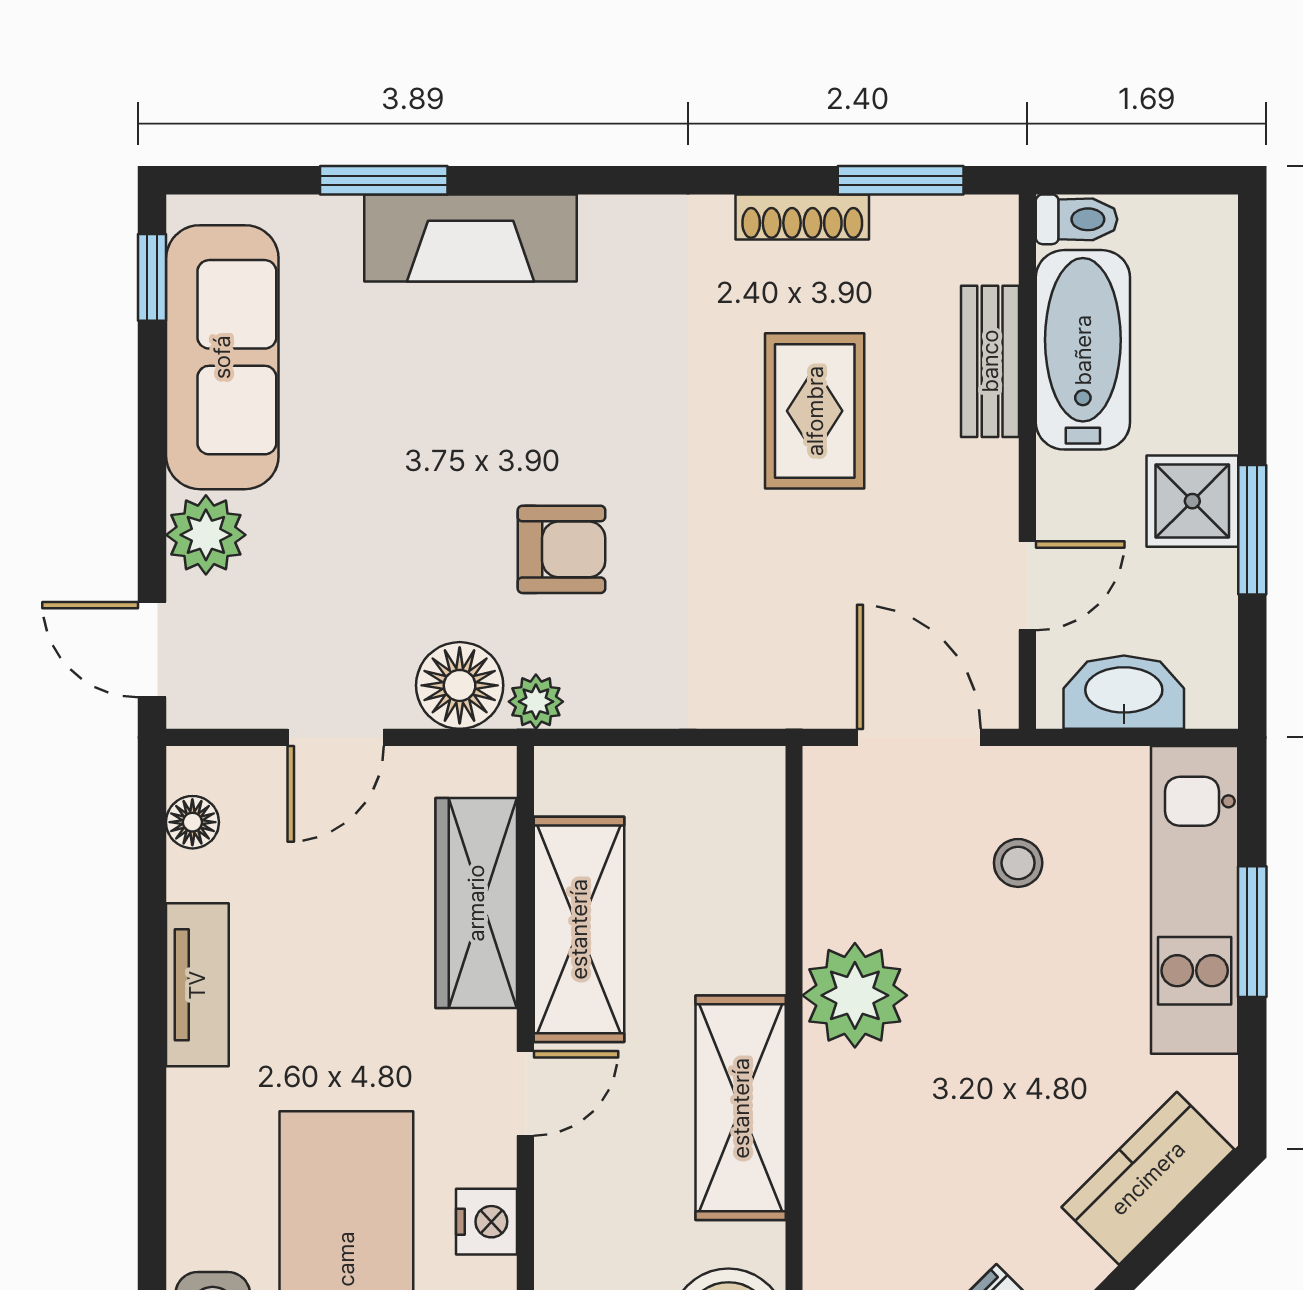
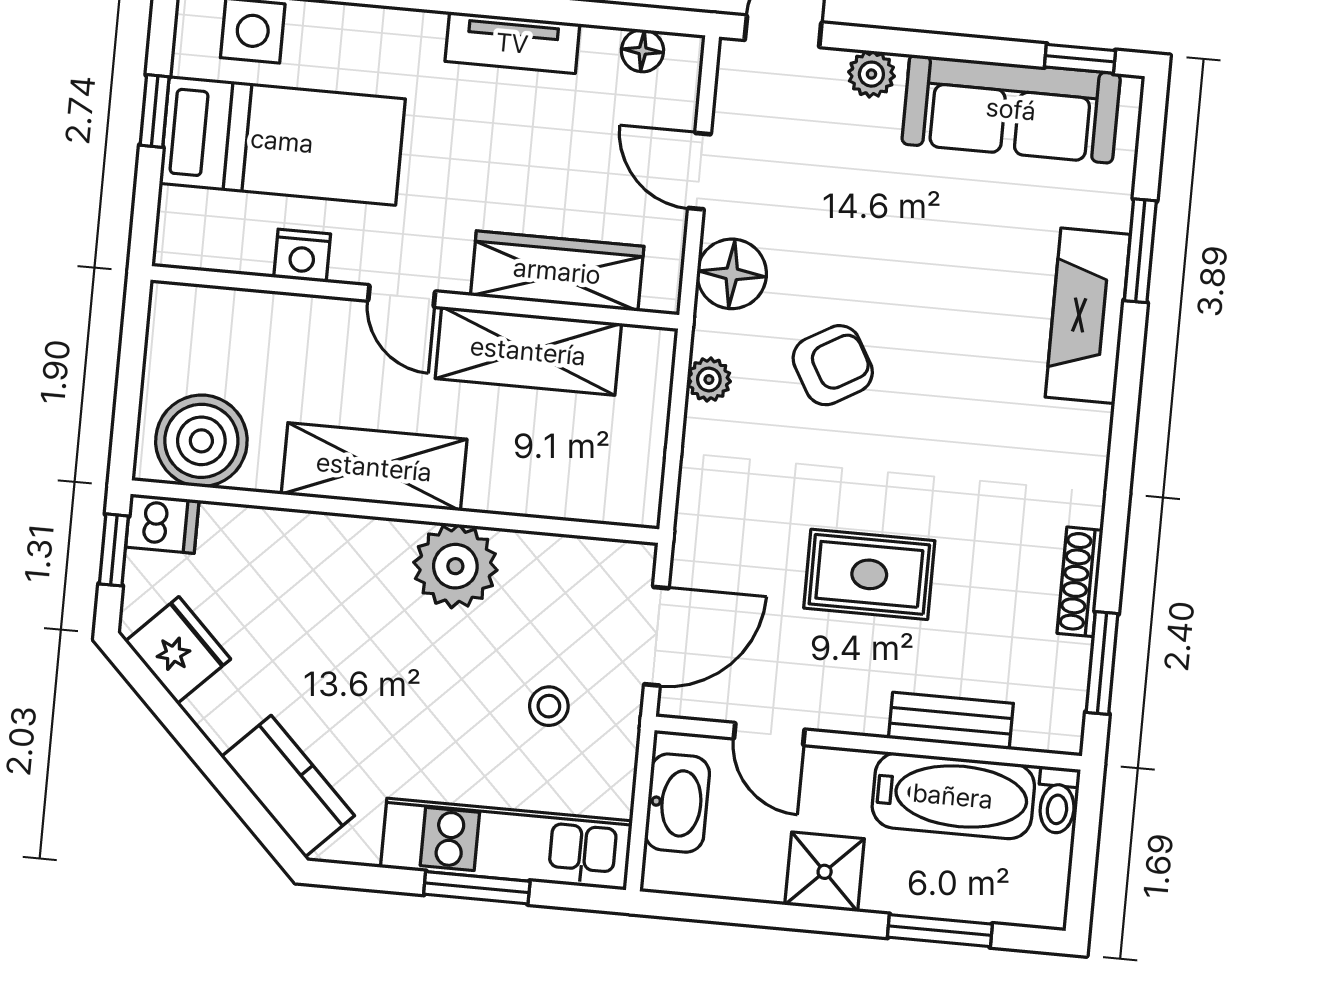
rug: (815, 411) -> (869, 574), moved
window: (1252, 530) -> (940, 931), moved
plant: (206, 535) -> (871, 74), width x0.73, depth x0.73
armchair: (561, 549) -> (833, 365), turned -120
plant: (536, 702) -> (709, 379), moved

